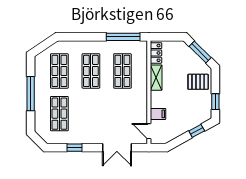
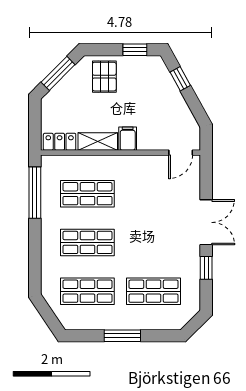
window: (31, 94) -> (122, 336), width x0.69
filing cabinet: (158, 114) -> (128, 139), moved
double door: (117, 148) -> (206, 222), moved

